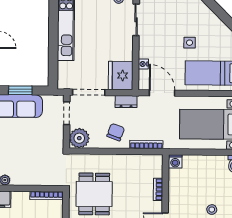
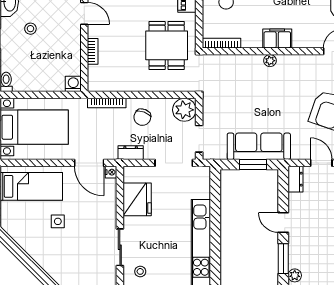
nightstand: (143, 64) -> (111, 172), moved
fridge: (121, 75) -> (137, 199), moved

